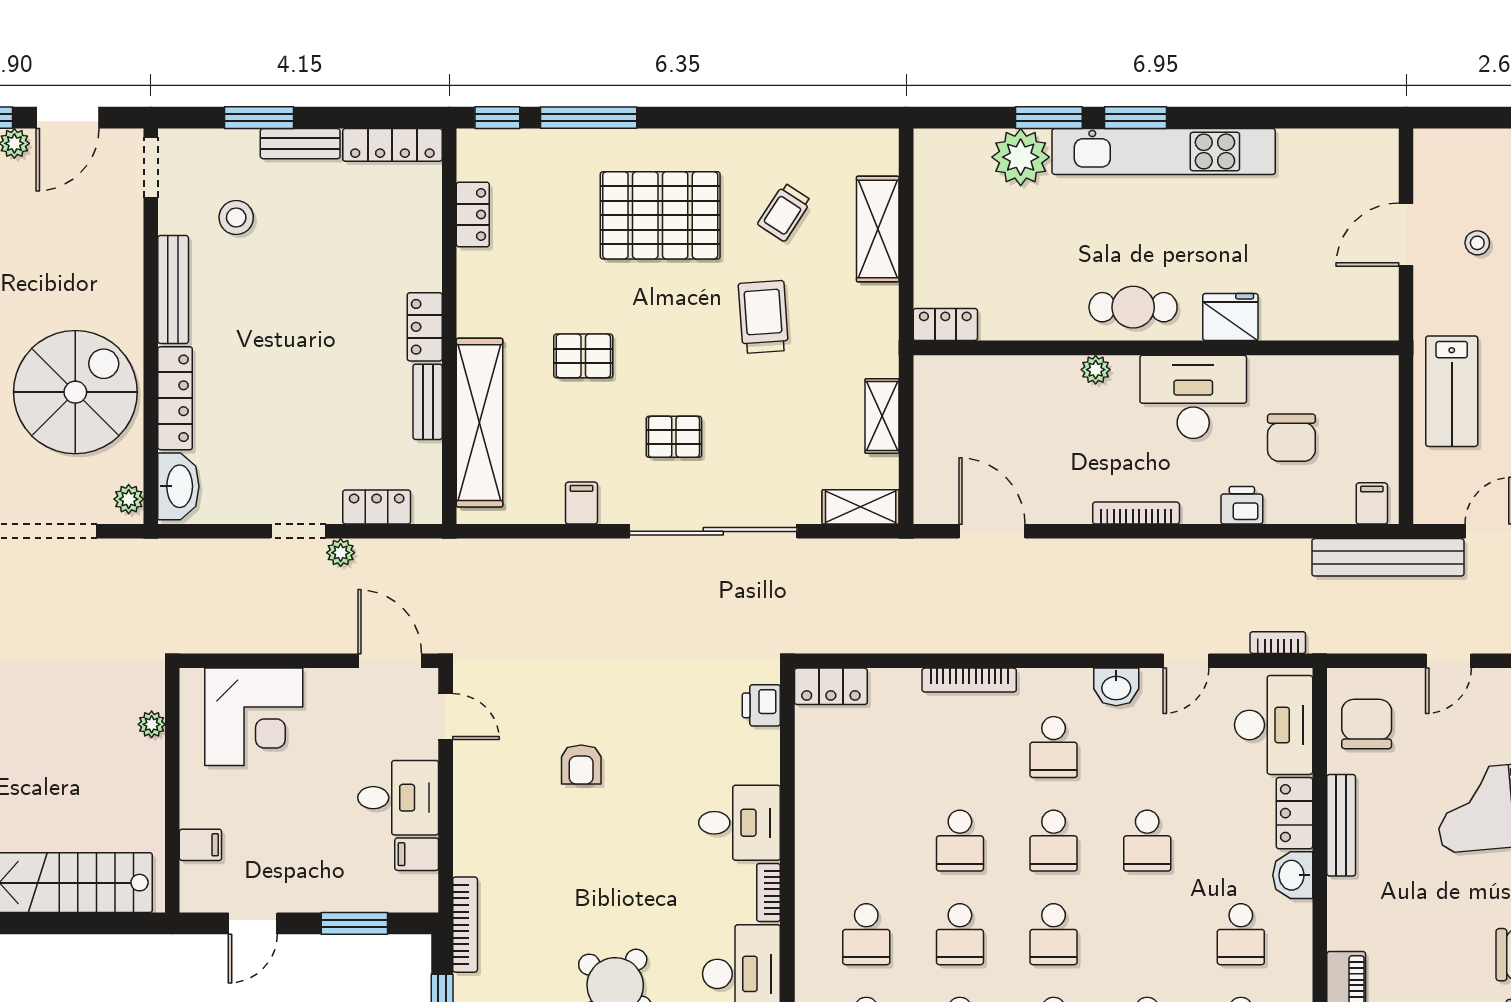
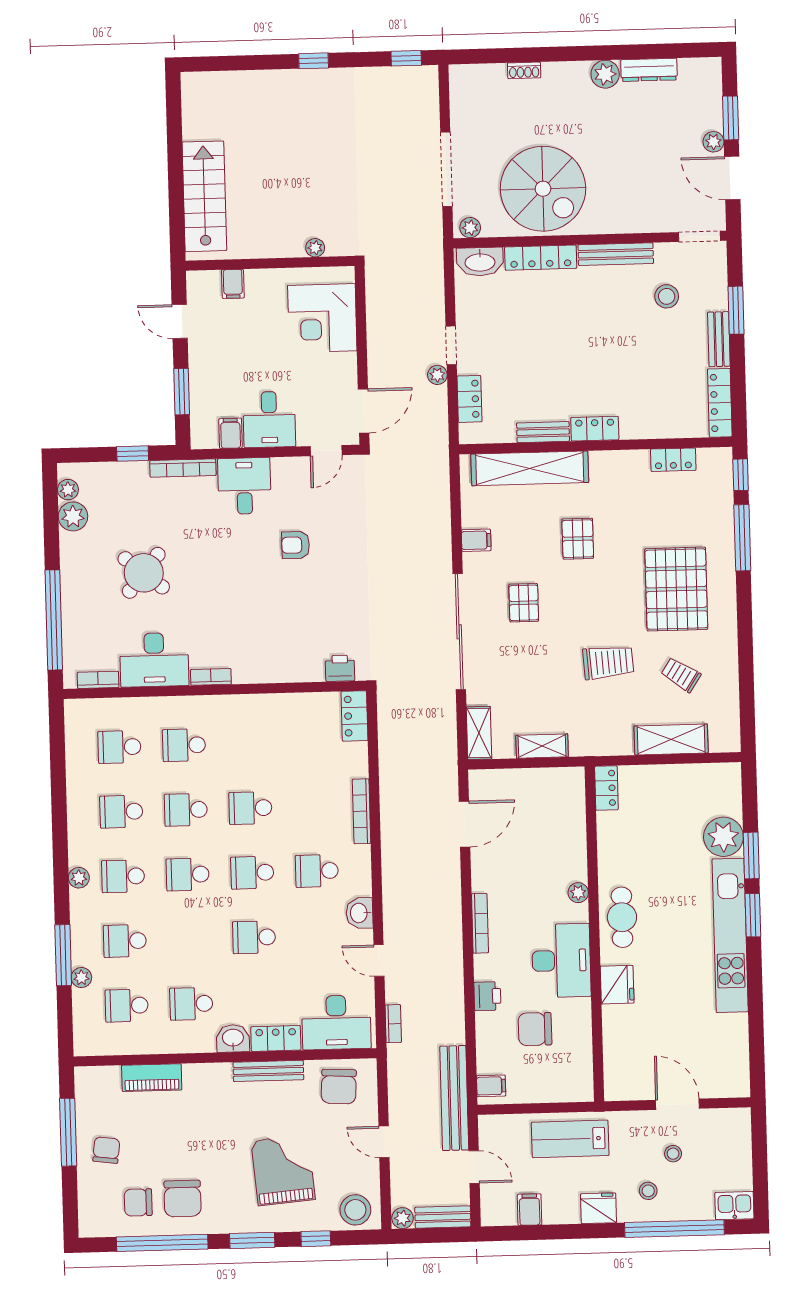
chair: (1367, 724) -> (339, 1087), turned 93
desk: (739, 823) -> (244, 486), moved, turned 180

